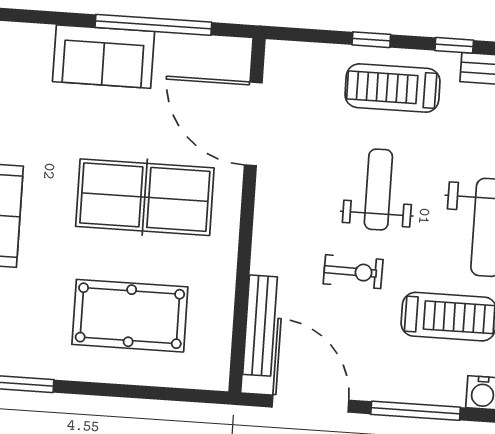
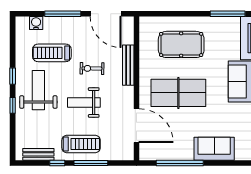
window: (371, 40) -> (91, 163), width x2.17
sofa: (103, 57) -> (214, 149), moved
weight bench: (378, 189) -> (84, 102), turned 90
bench: (260, 326) -> (128, 65), moved

